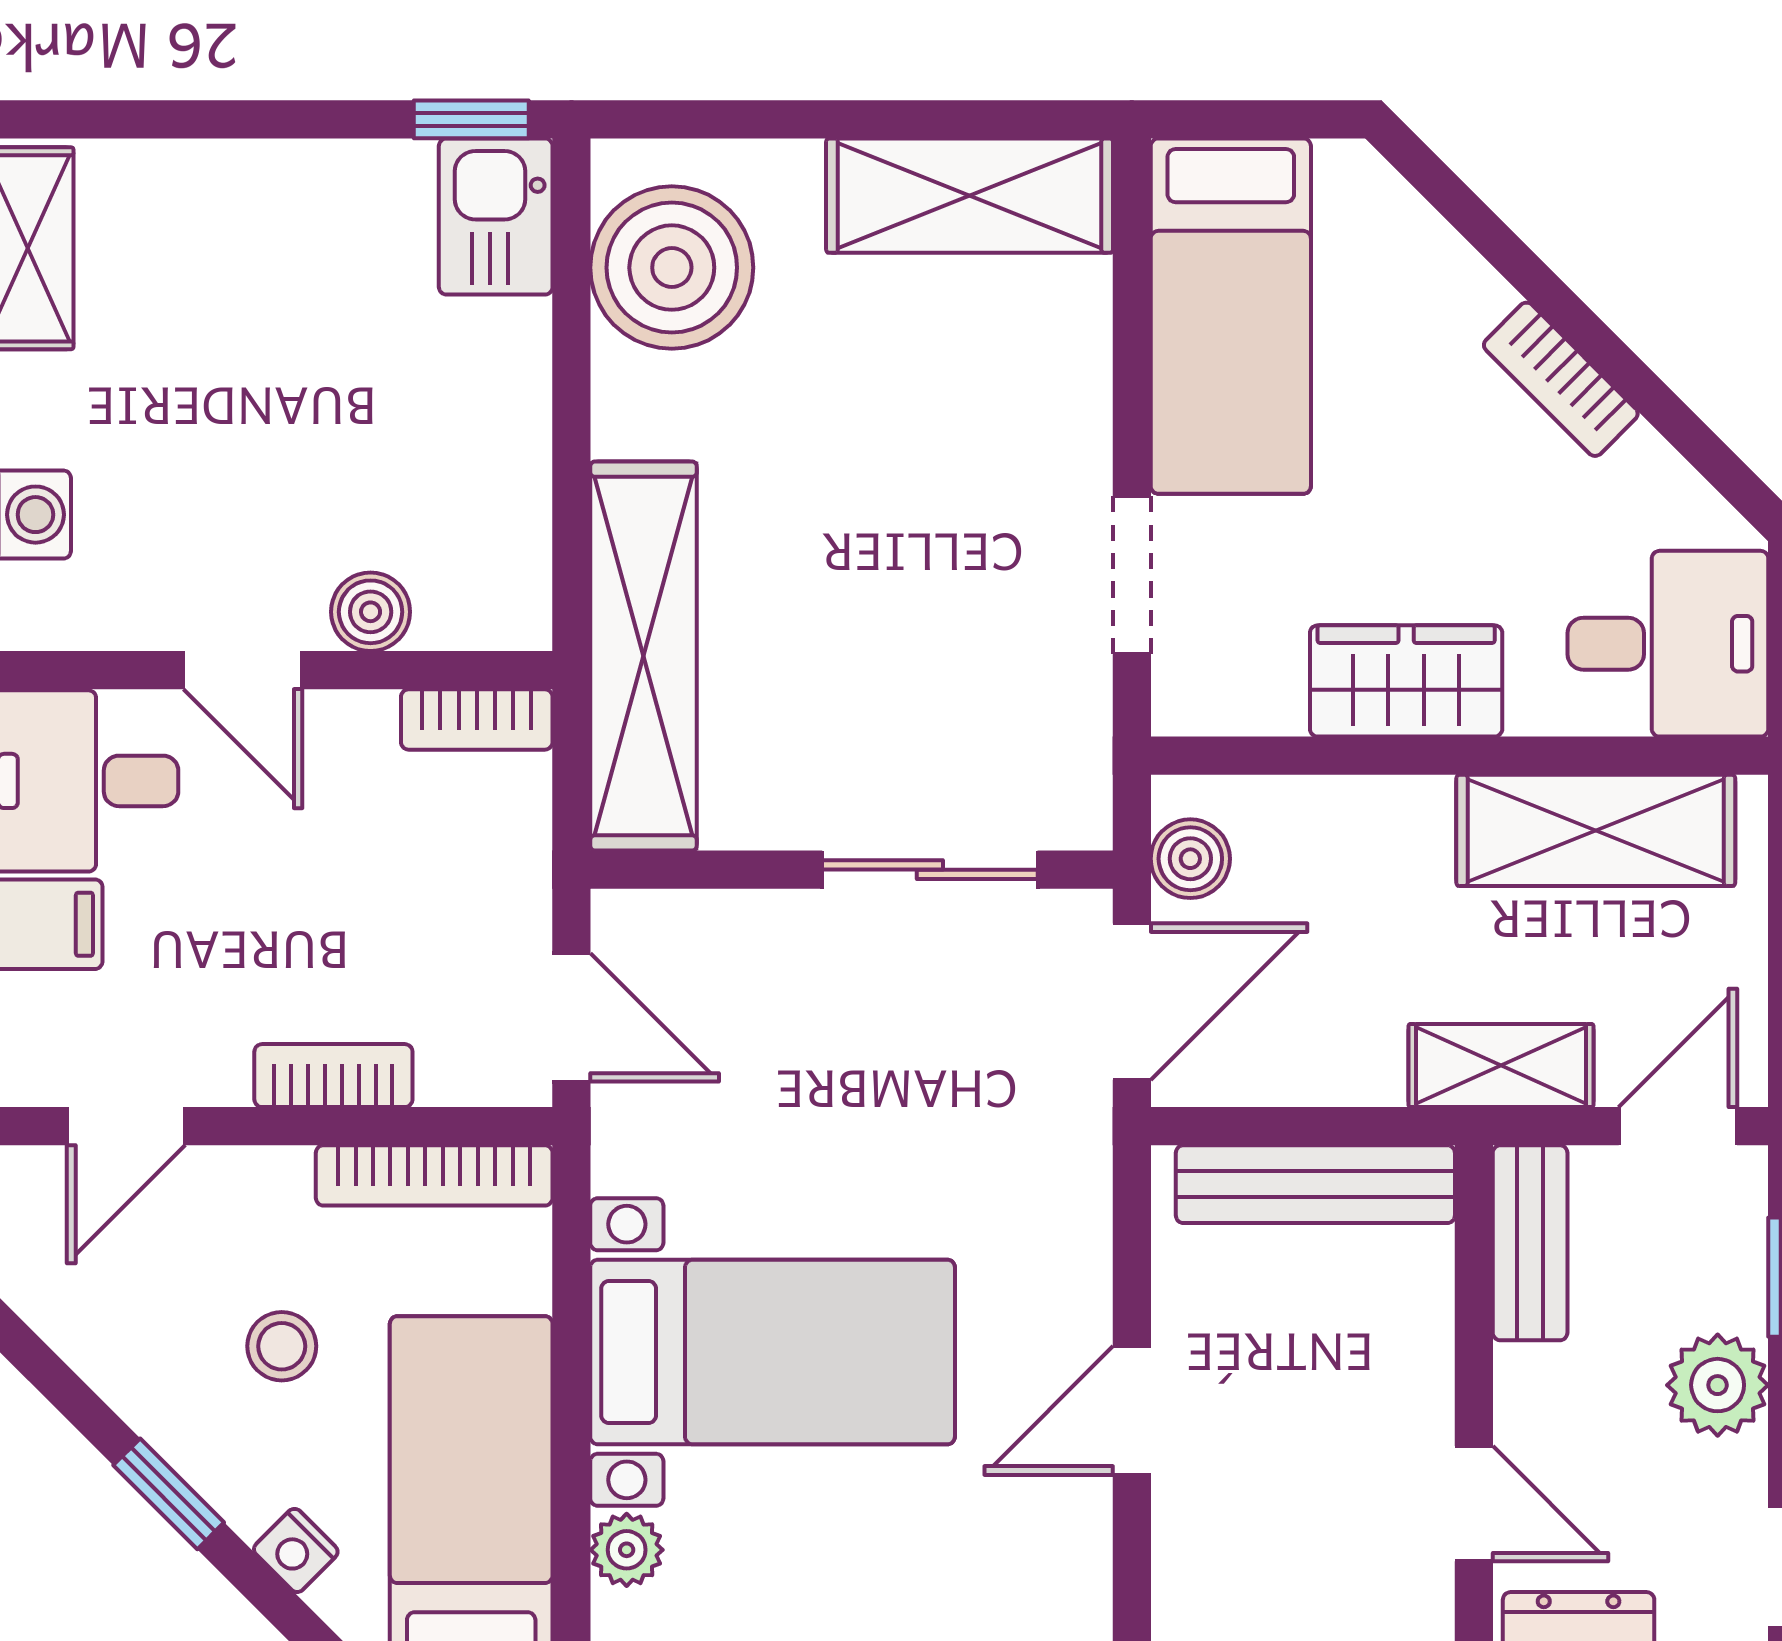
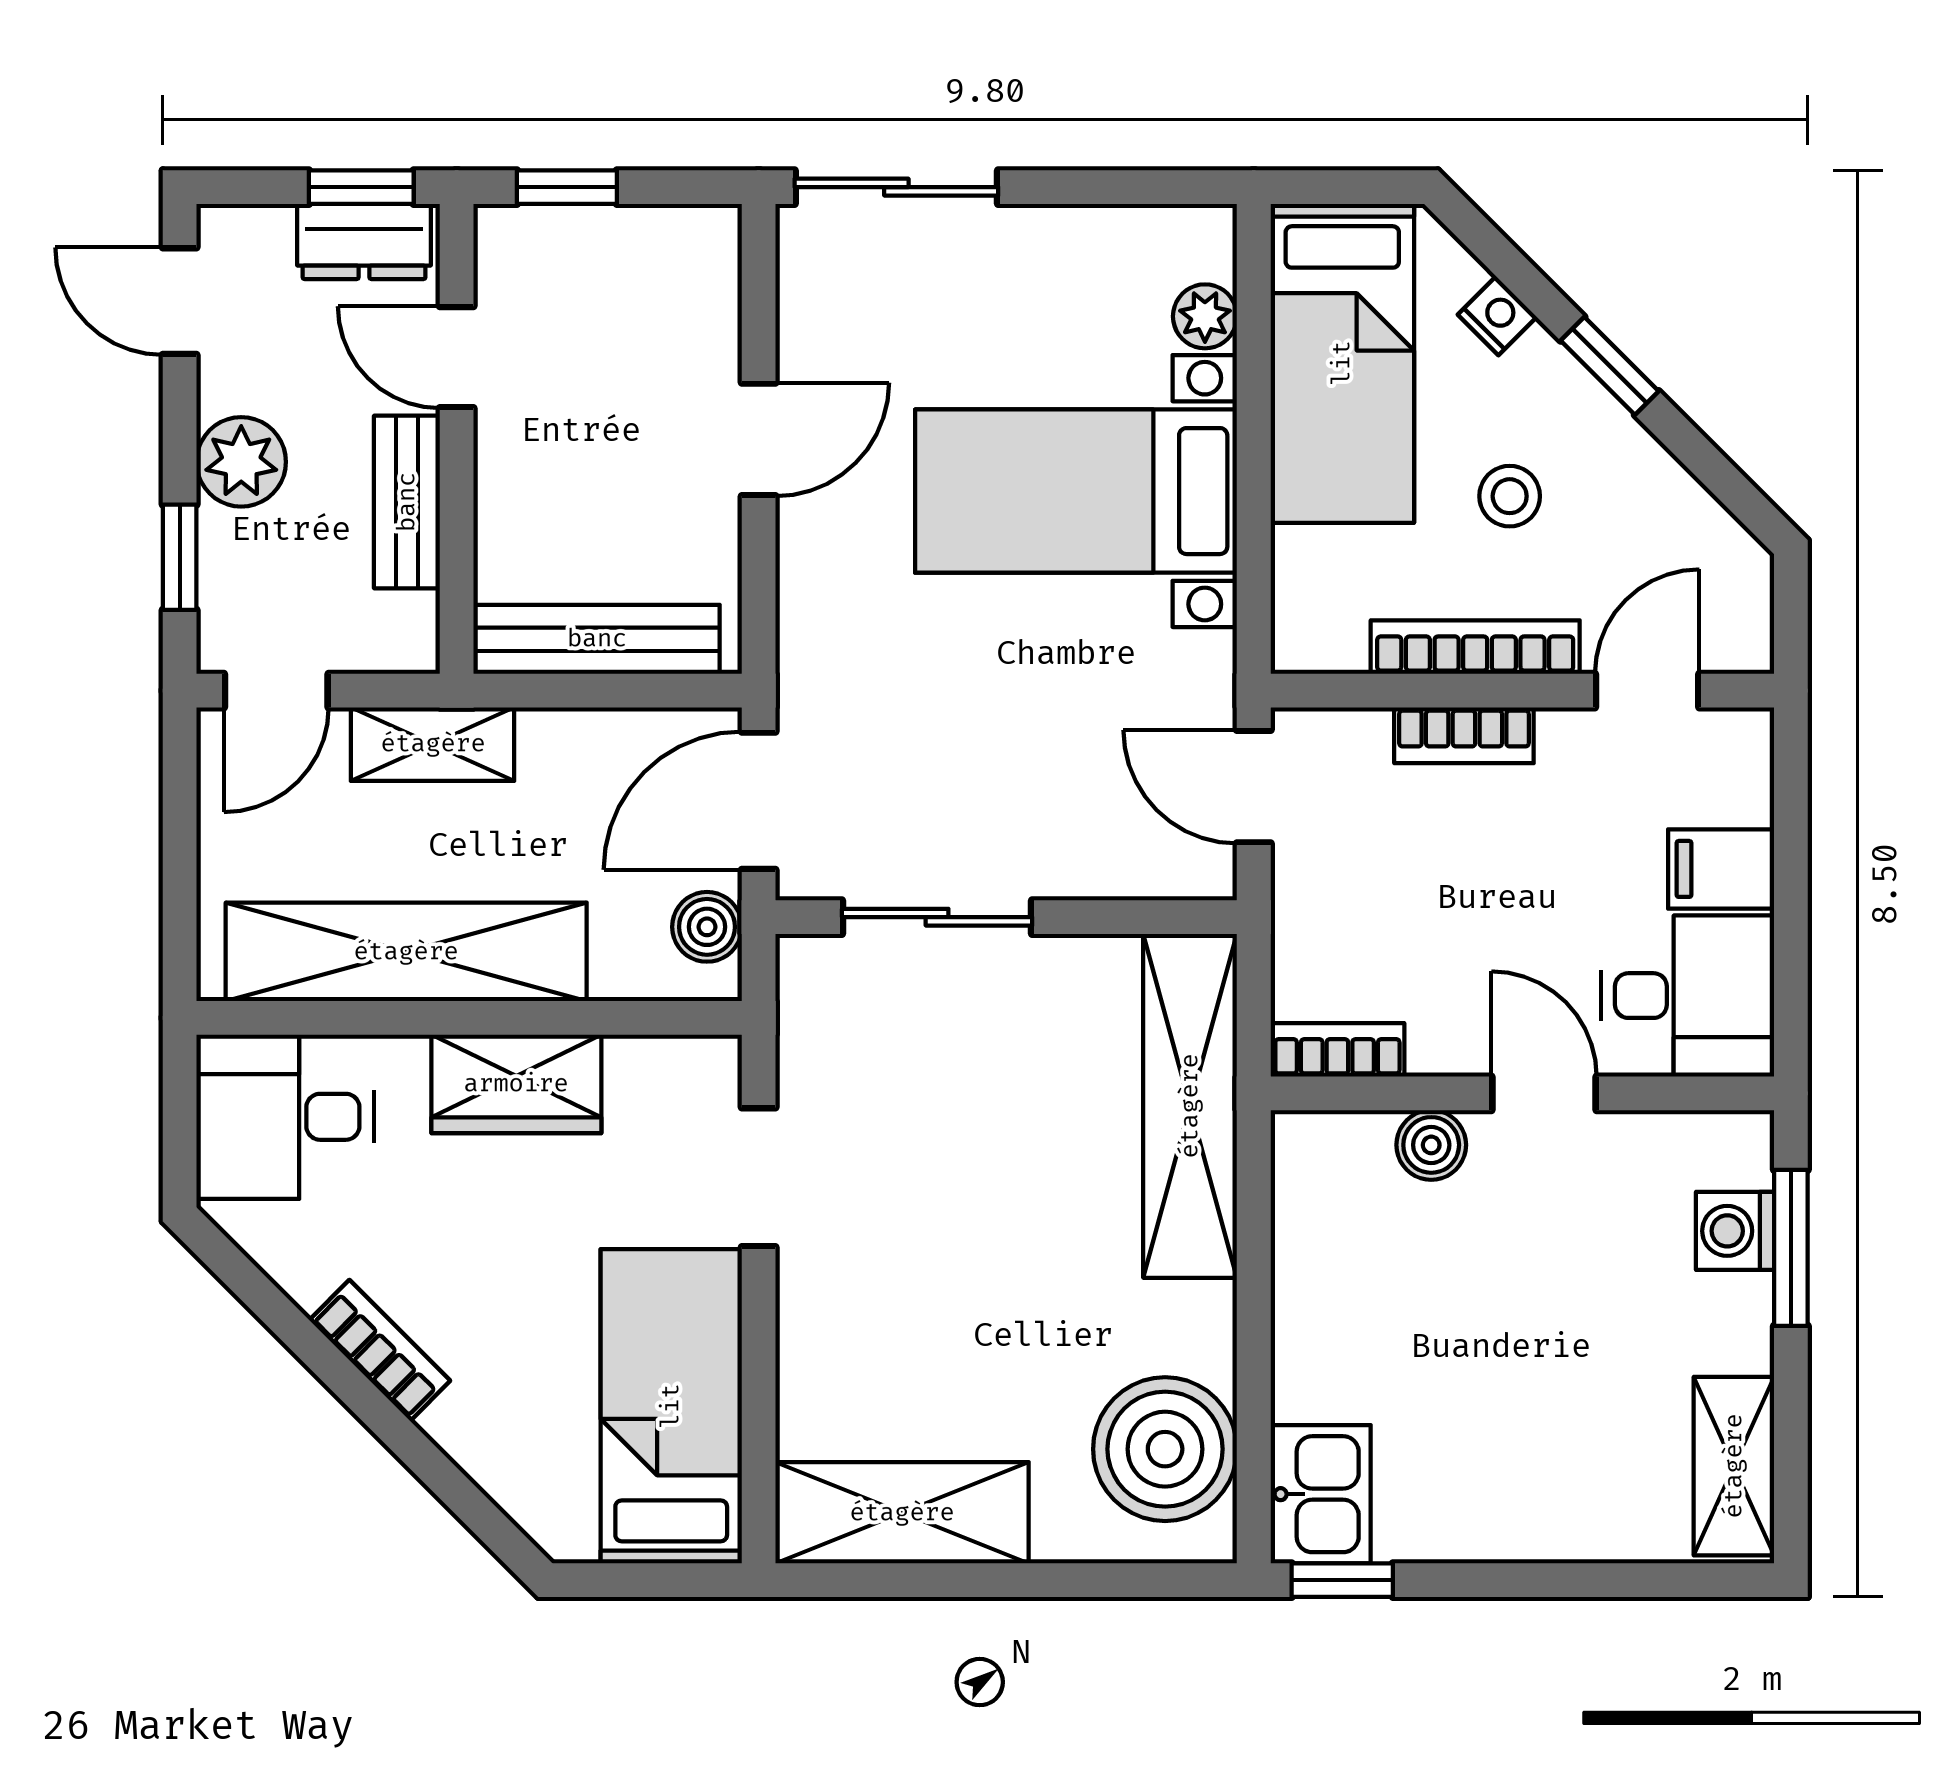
shelving: (1596, 830) -> (406, 952), width x1.47
bookcase: (434, 1175) -> (1475, 647), moved
bench: (1530, 1243) -> (407, 502), moved

